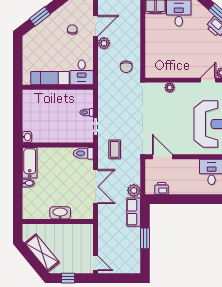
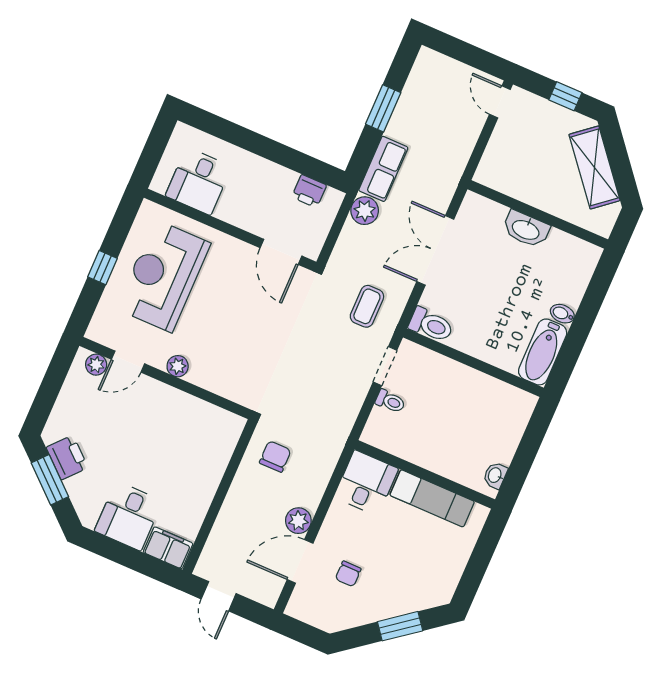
plant: (170, 88) -> (178, 366), moved
washbasin: (27, 137) -> (495, 475), moved

